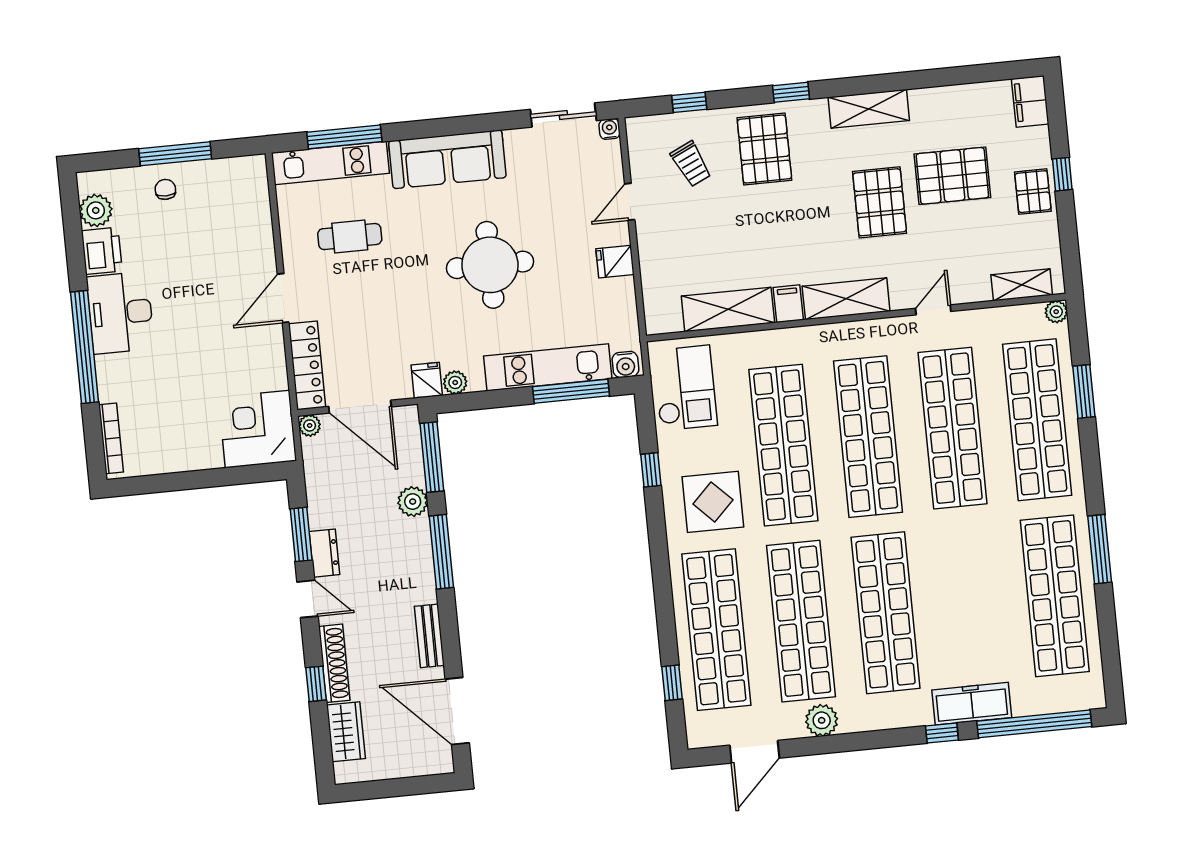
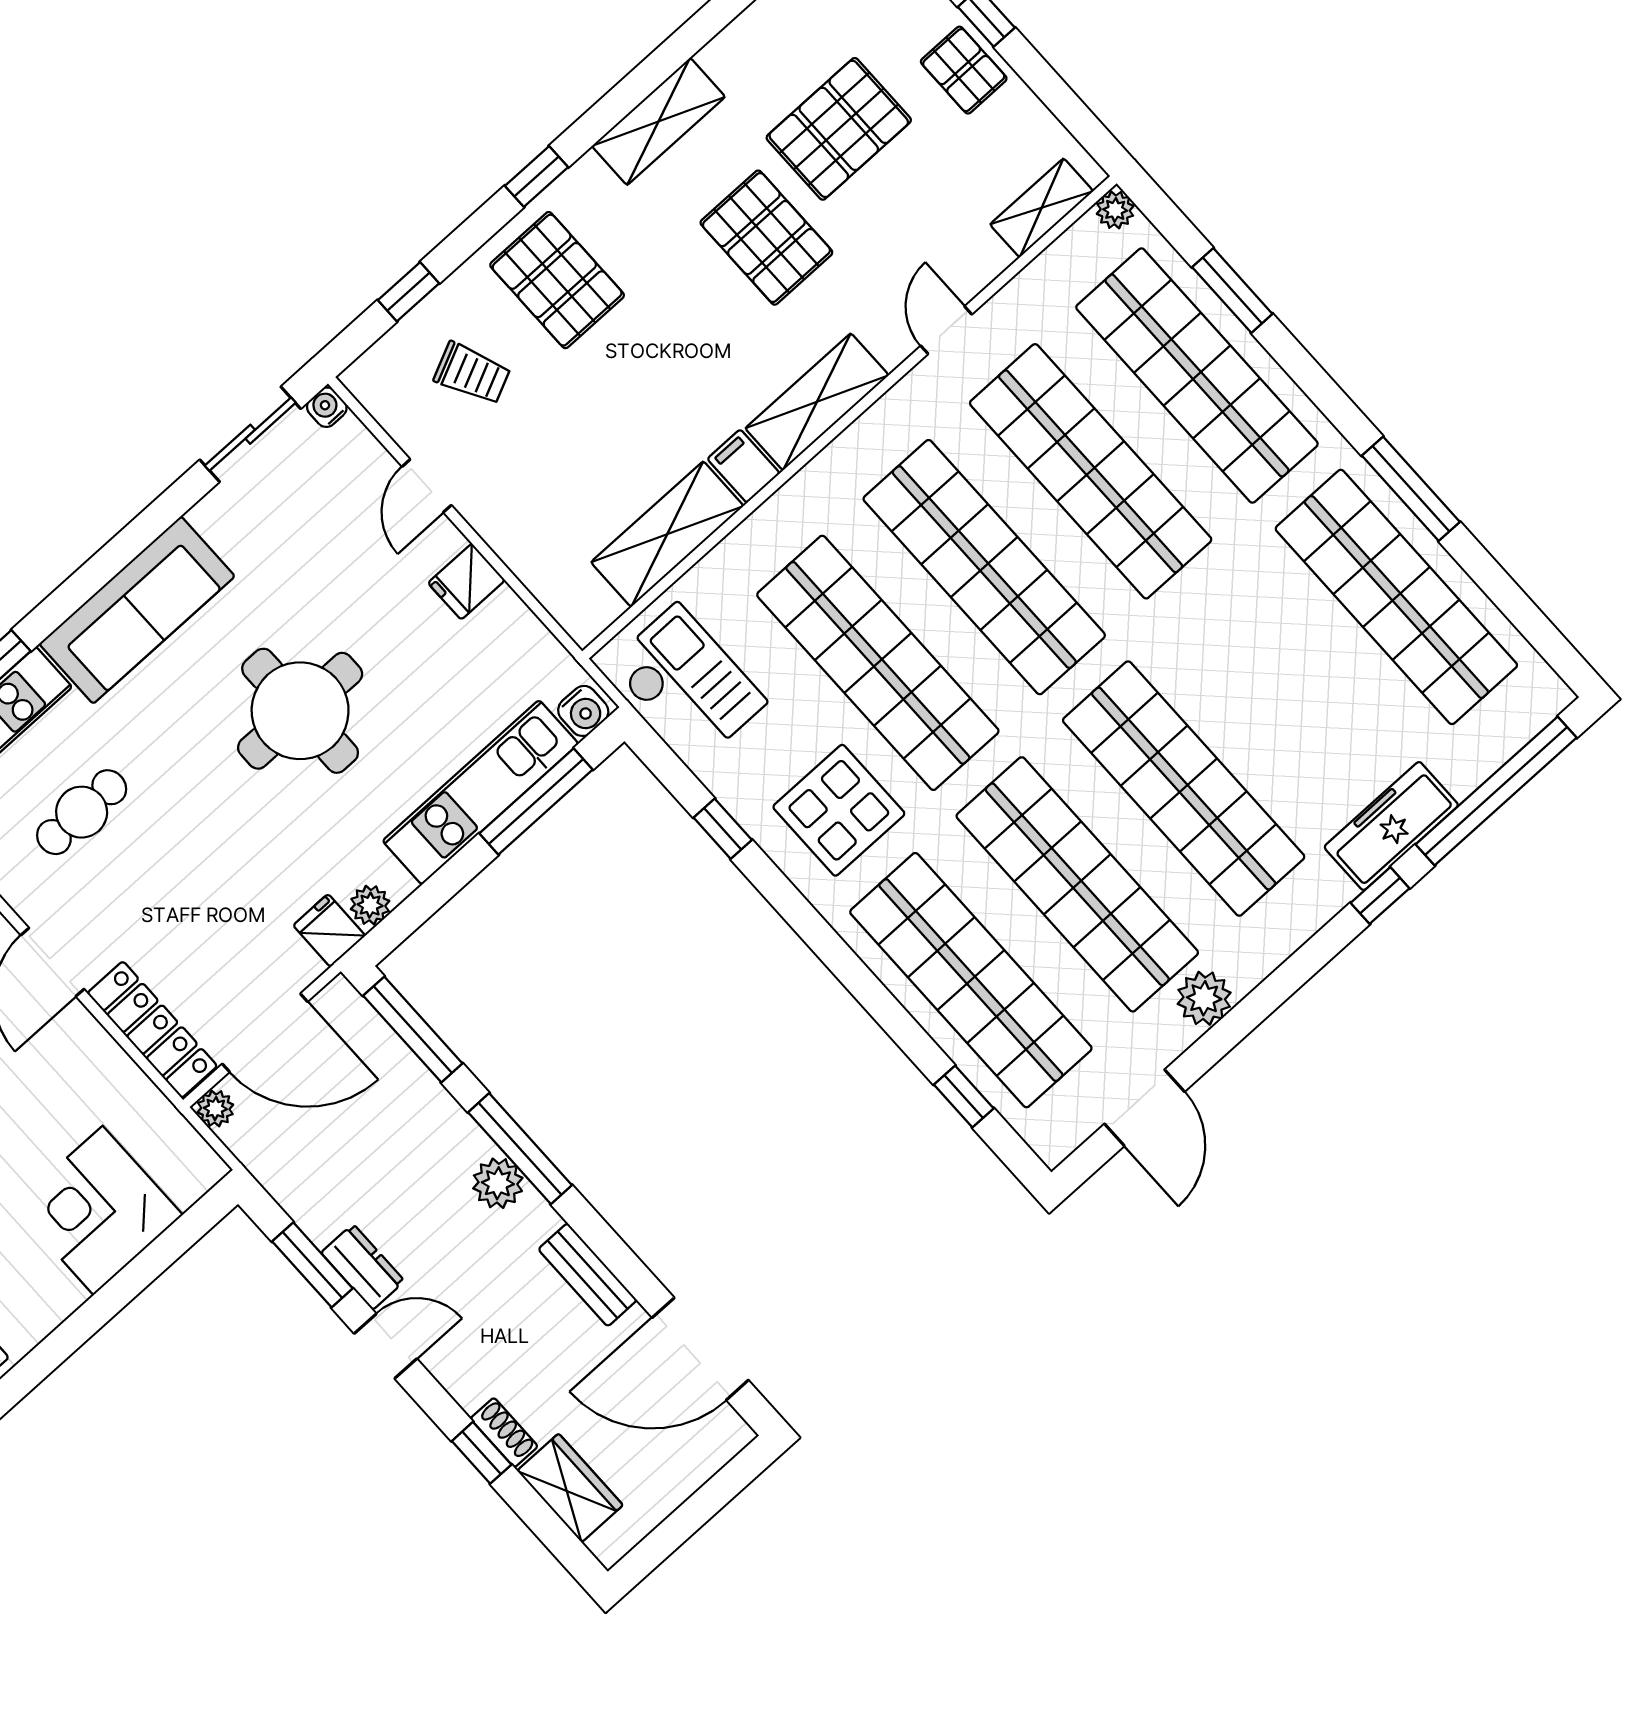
corner desk: (257, 429) -> (98, 1210), moved
plant: (413, 502) -> (498, 1183), moved
shoe rack: (334, 663) -> (504, 1432), width x0.51, depth x0.81

